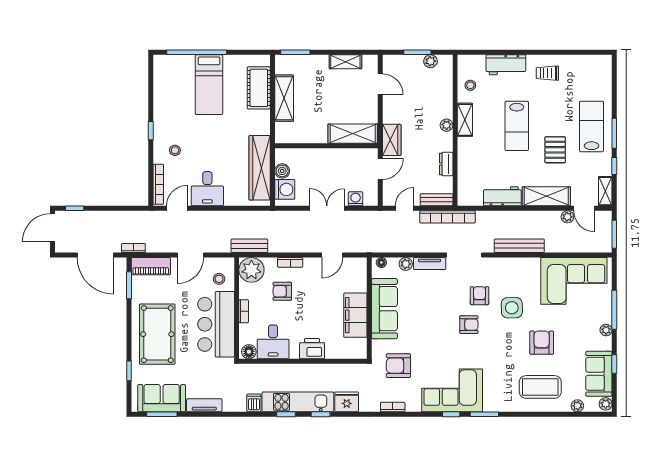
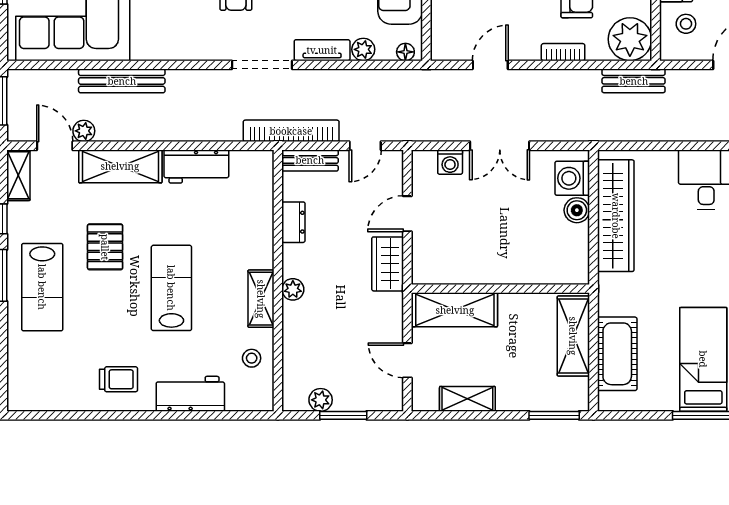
shelving: (353, 134) -> (455, 310), moved
wall: (326, 146) -> (500, 289), moved
bench: (519, 246) -> (122, 81), moved

